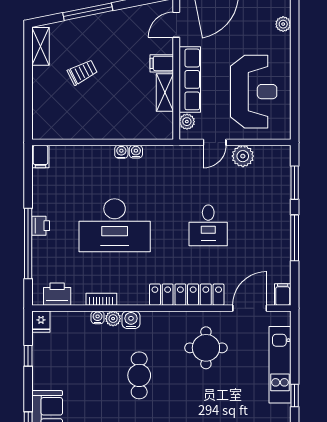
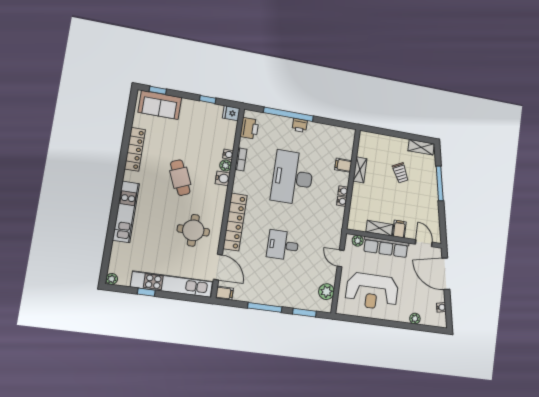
shelving: (88, 132) -> (360, 170), added
plant: (243, 156) -> (326, 292), moved
filing cabinet: (40, 157) -> (343, 165), moved
kitchen unit: (280, 365) -> (172, 284), width x1.36
cafe table: (139, 375) -> (180, 178), turned 67

